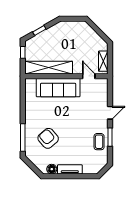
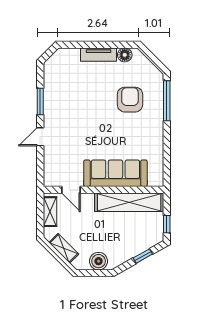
boiler: (70, 27) -> (99, 261), added
shelving: (94, 36) -> (64, 248), added
armchair: (48, 138) -> (130, 100), turned -139
coffee table: (99, 142) -> (56, 95), removed

